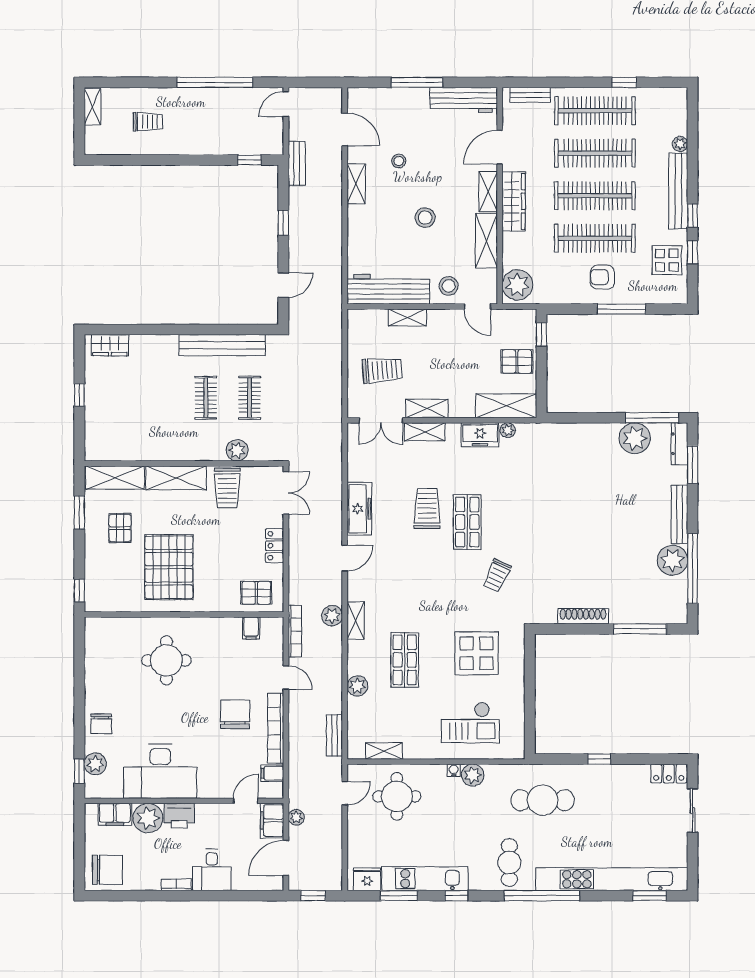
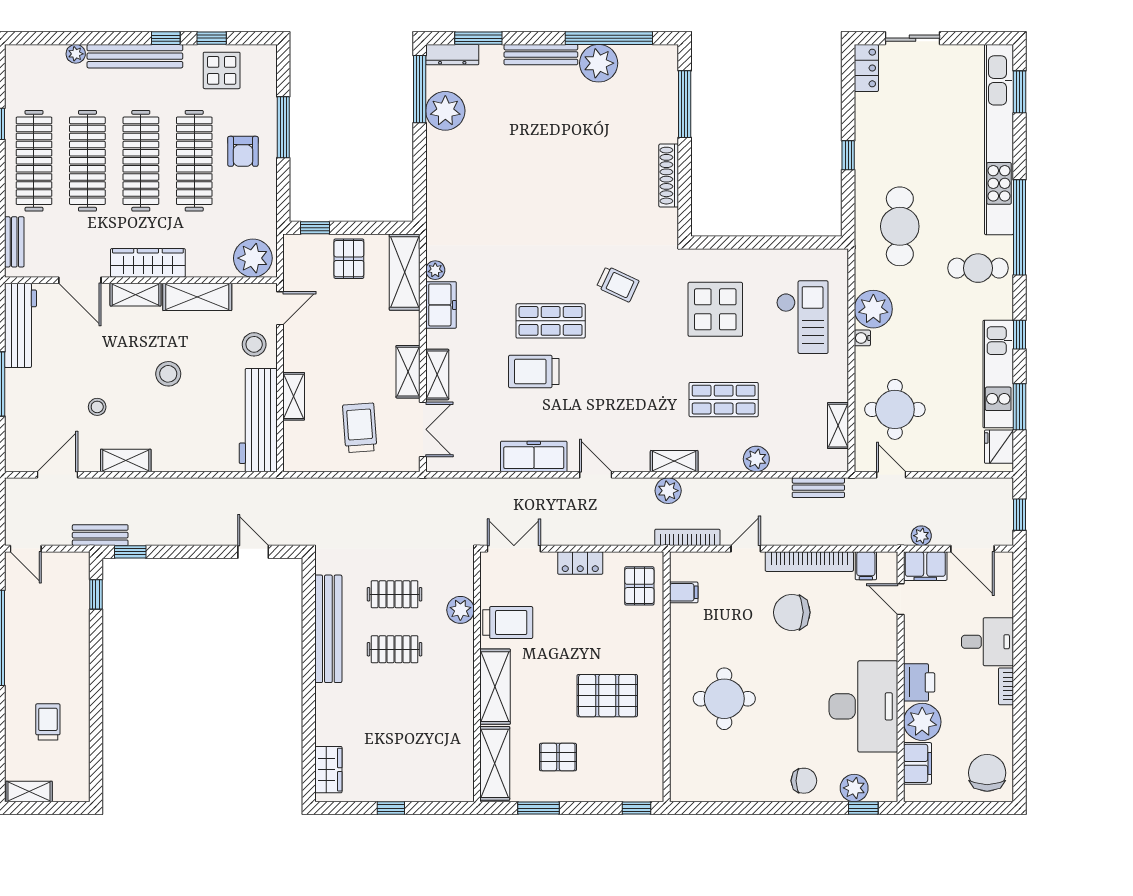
window: (283, 223) -> (130, 552), moved
pallet: (169, 567) -> (607, 696), width x0.73, depth x0.71
plant: (473, 775) -> (873, 309), width x1.36, depth x1.36

